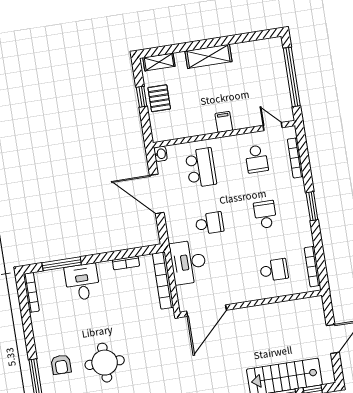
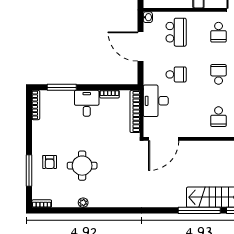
school desk: (274, 270) -> (219, 117), turned 90
desk: (82, 282) -> (87, 103), moved

